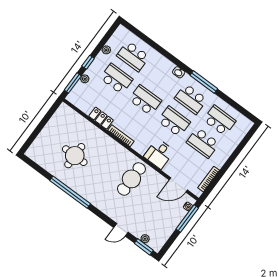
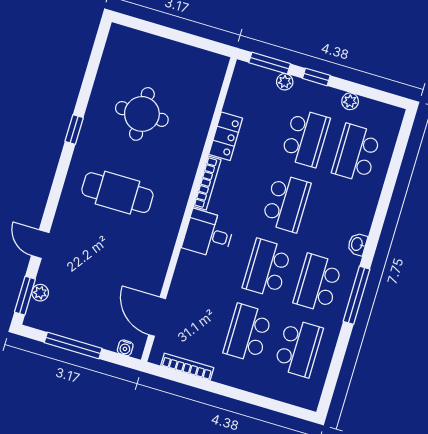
school desk: (174, 122) -> (267, 268), turned 180
desk: (159, 154) -> (208, 234), moved
cafe table: (131, 179) -> (117, 193), moved
window: (70, 192) -> (74, 129), width x0.32
window: (187, 219) -> (73, 345), moved

